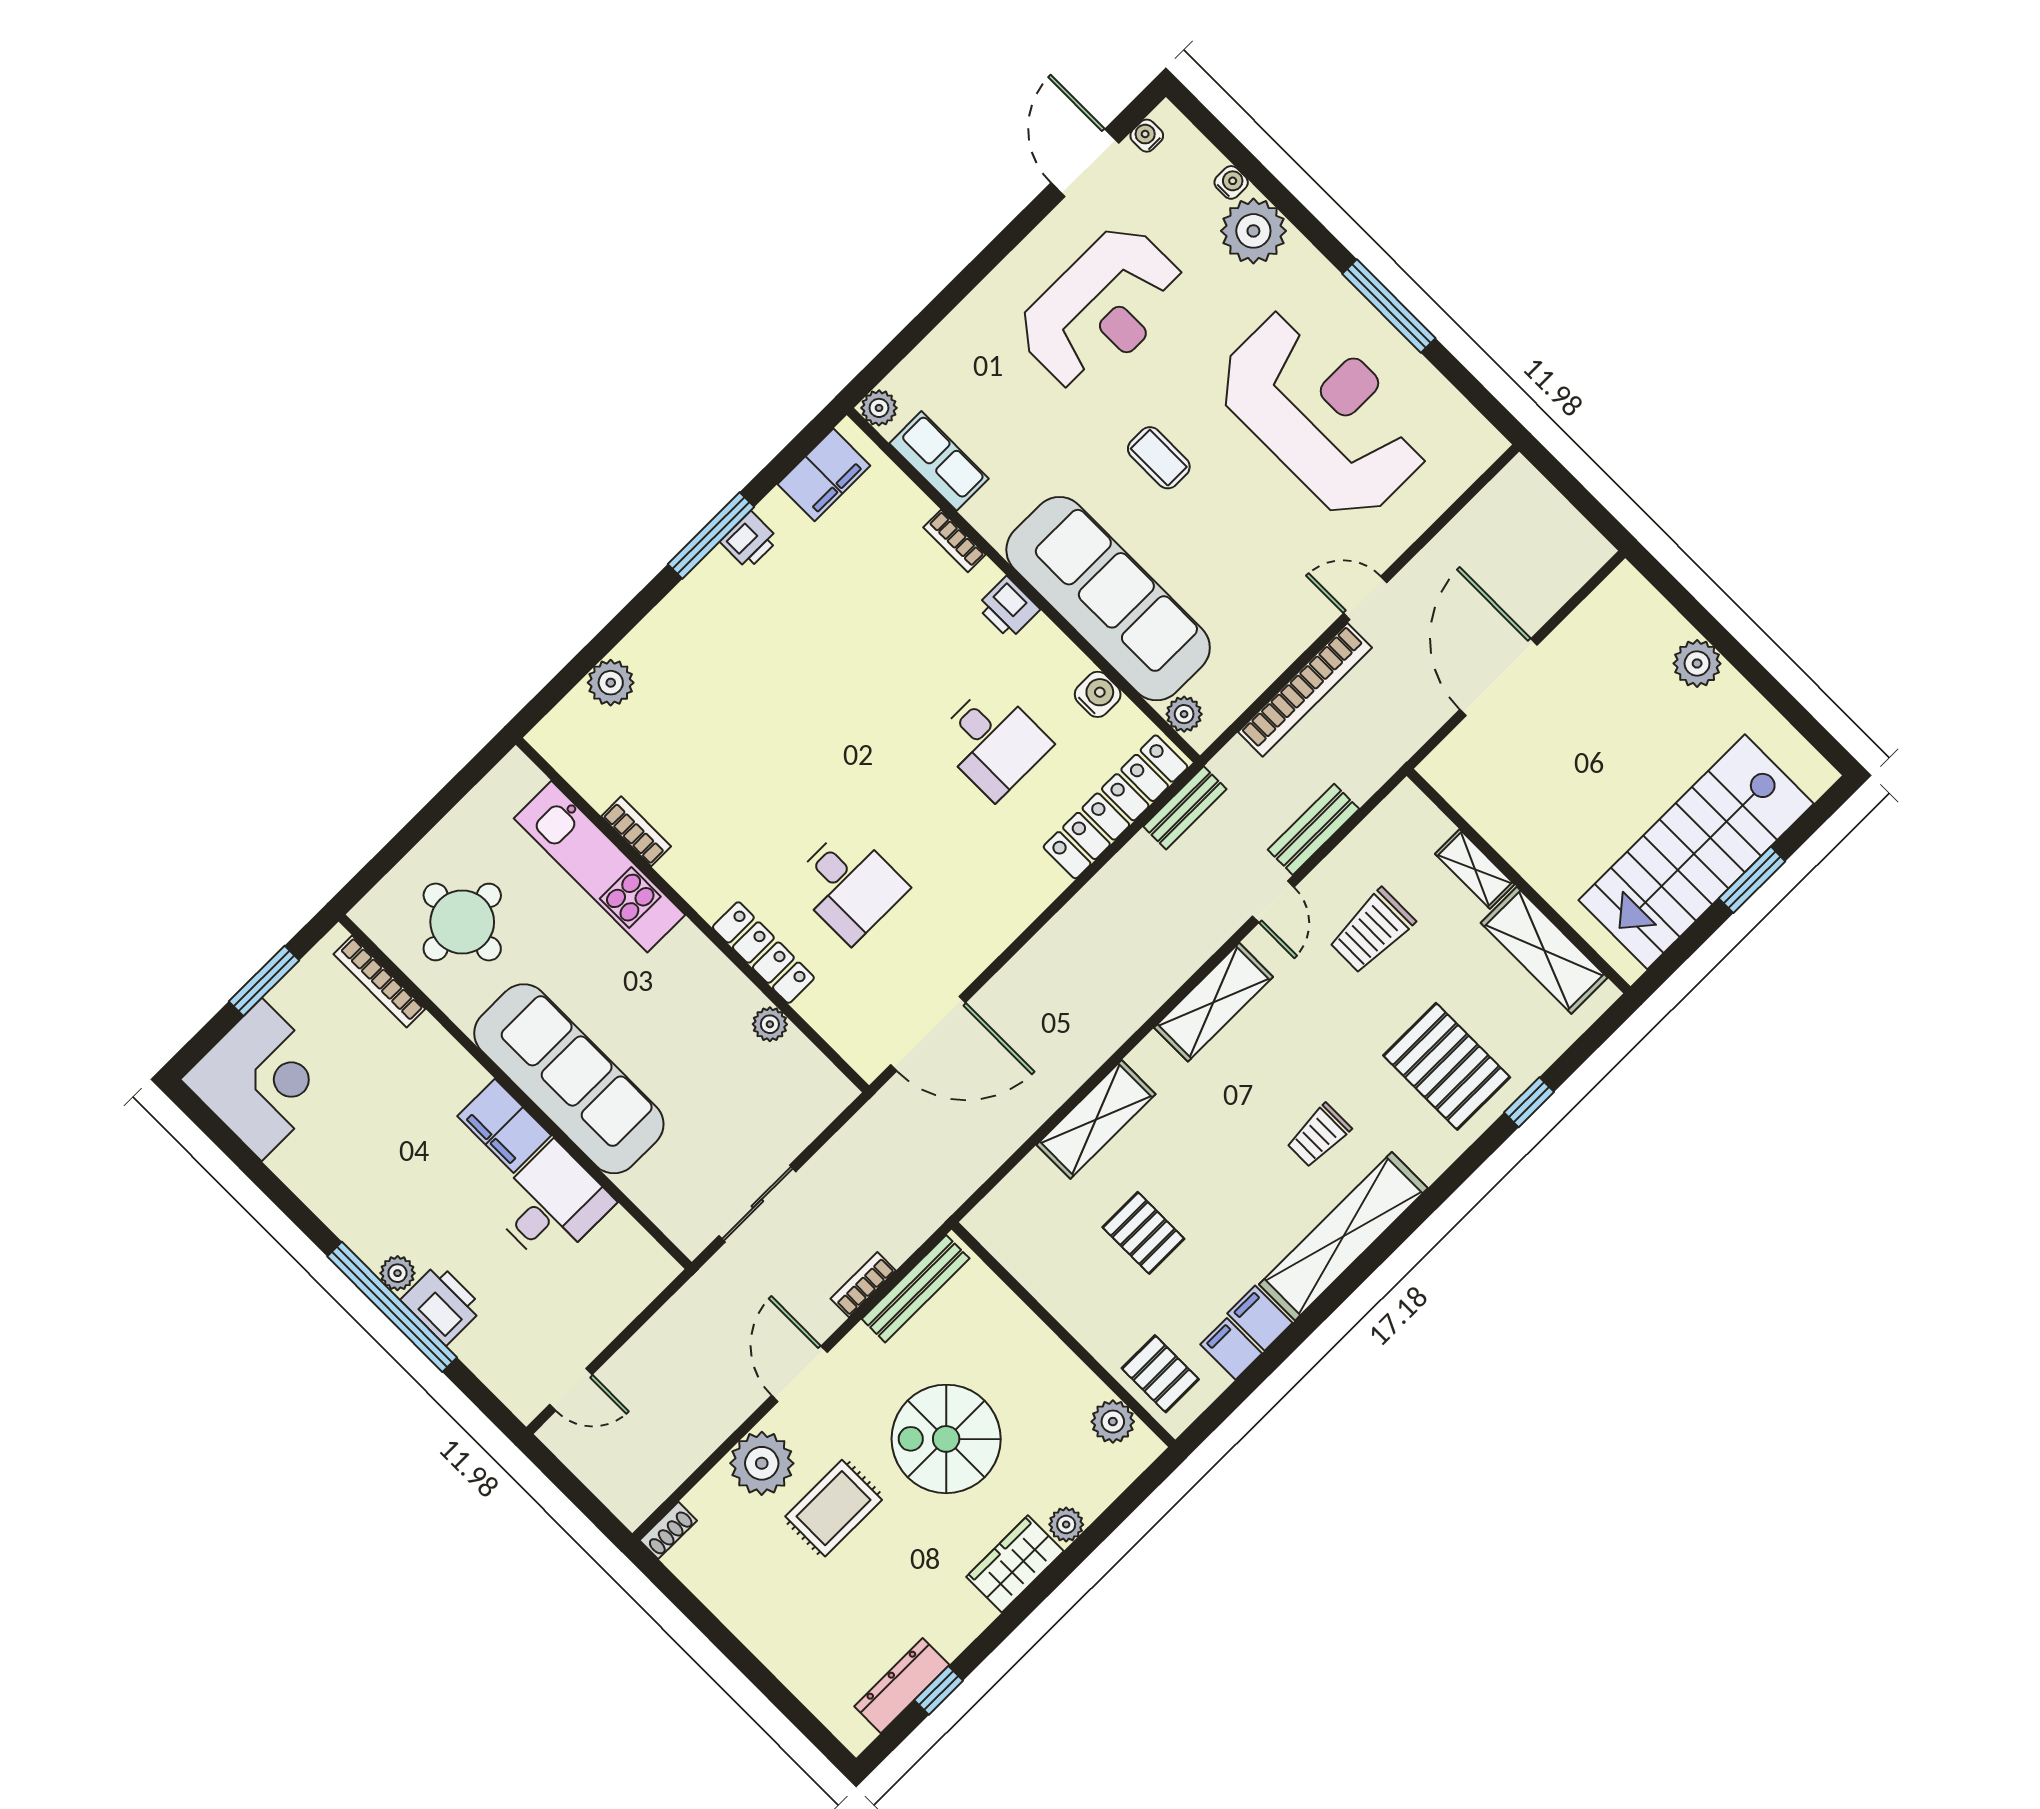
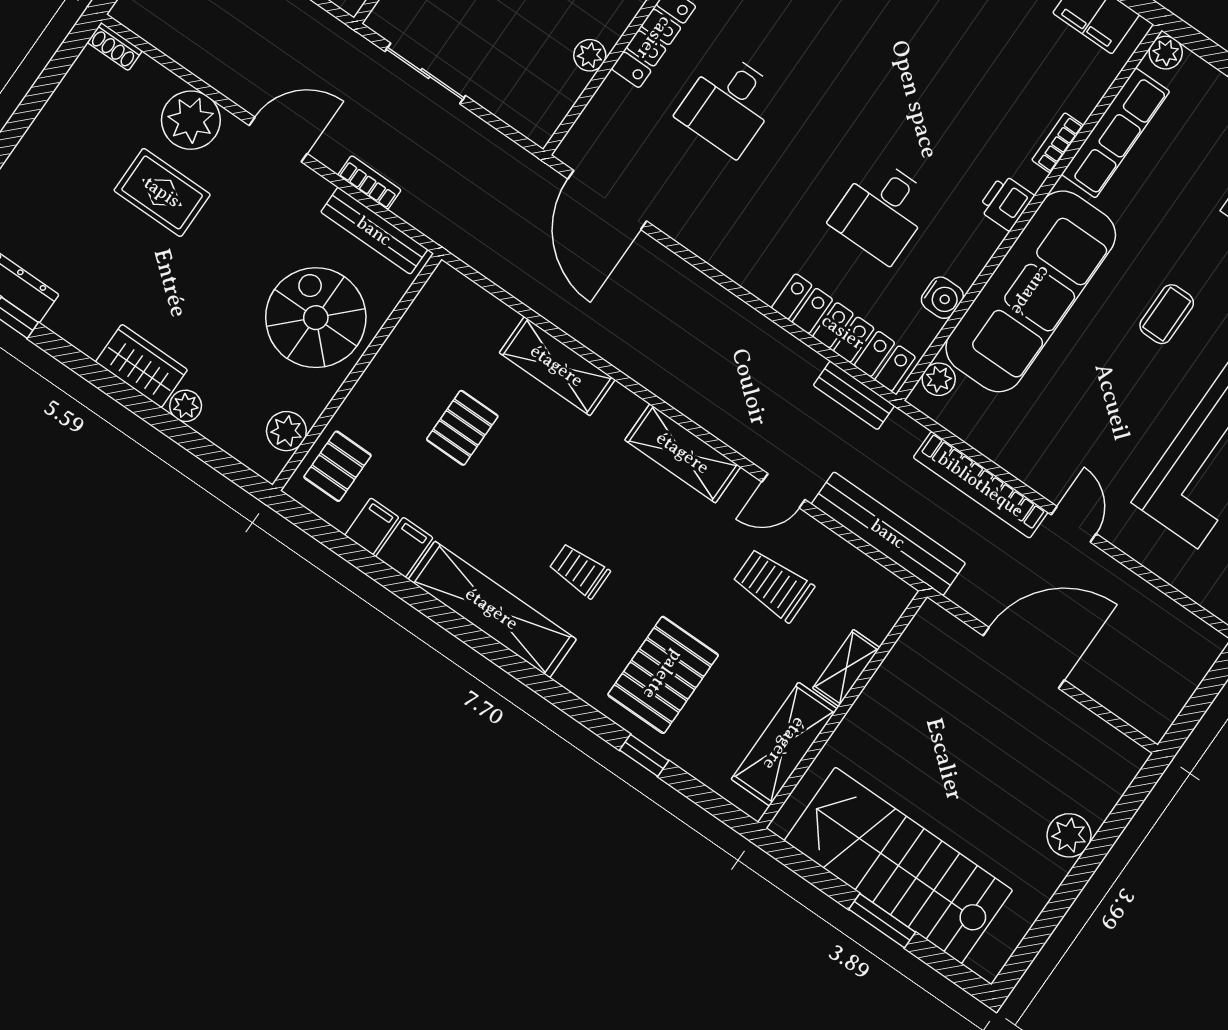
row of seats: (939, 461) -> (1116, 133), width x1.48
bench: (1313, 829) -> (888, 534), width x1.86, depth x1.21
spiral stairs: (946, 1439) -> (316, 318), moved

